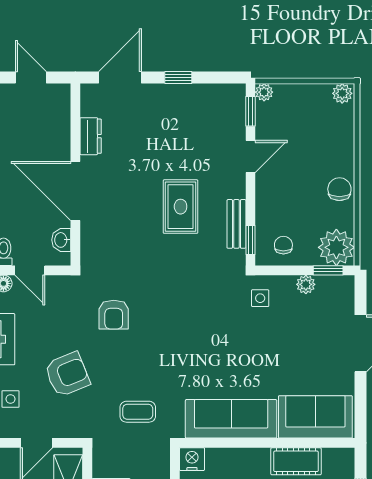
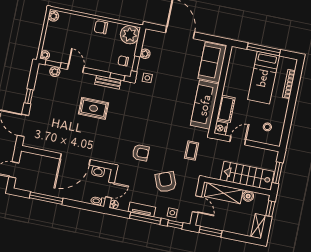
plant: (236, 118) -> (55, 72), added
dresser: (91, 136) -> (49, 146), removed
window: (328, 270) -> (136, 64), moved
cot: (296, 461) -> (226, 109), moved

